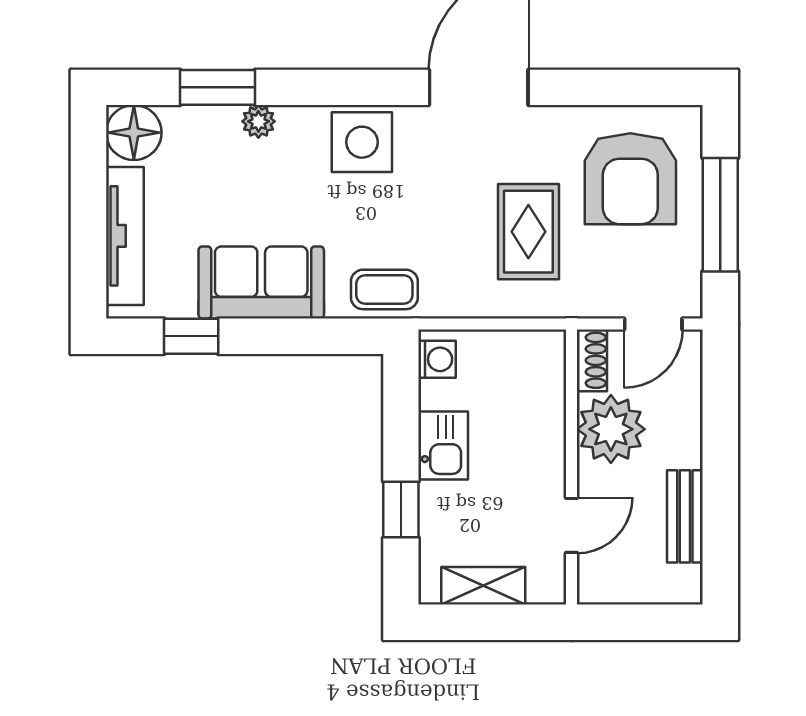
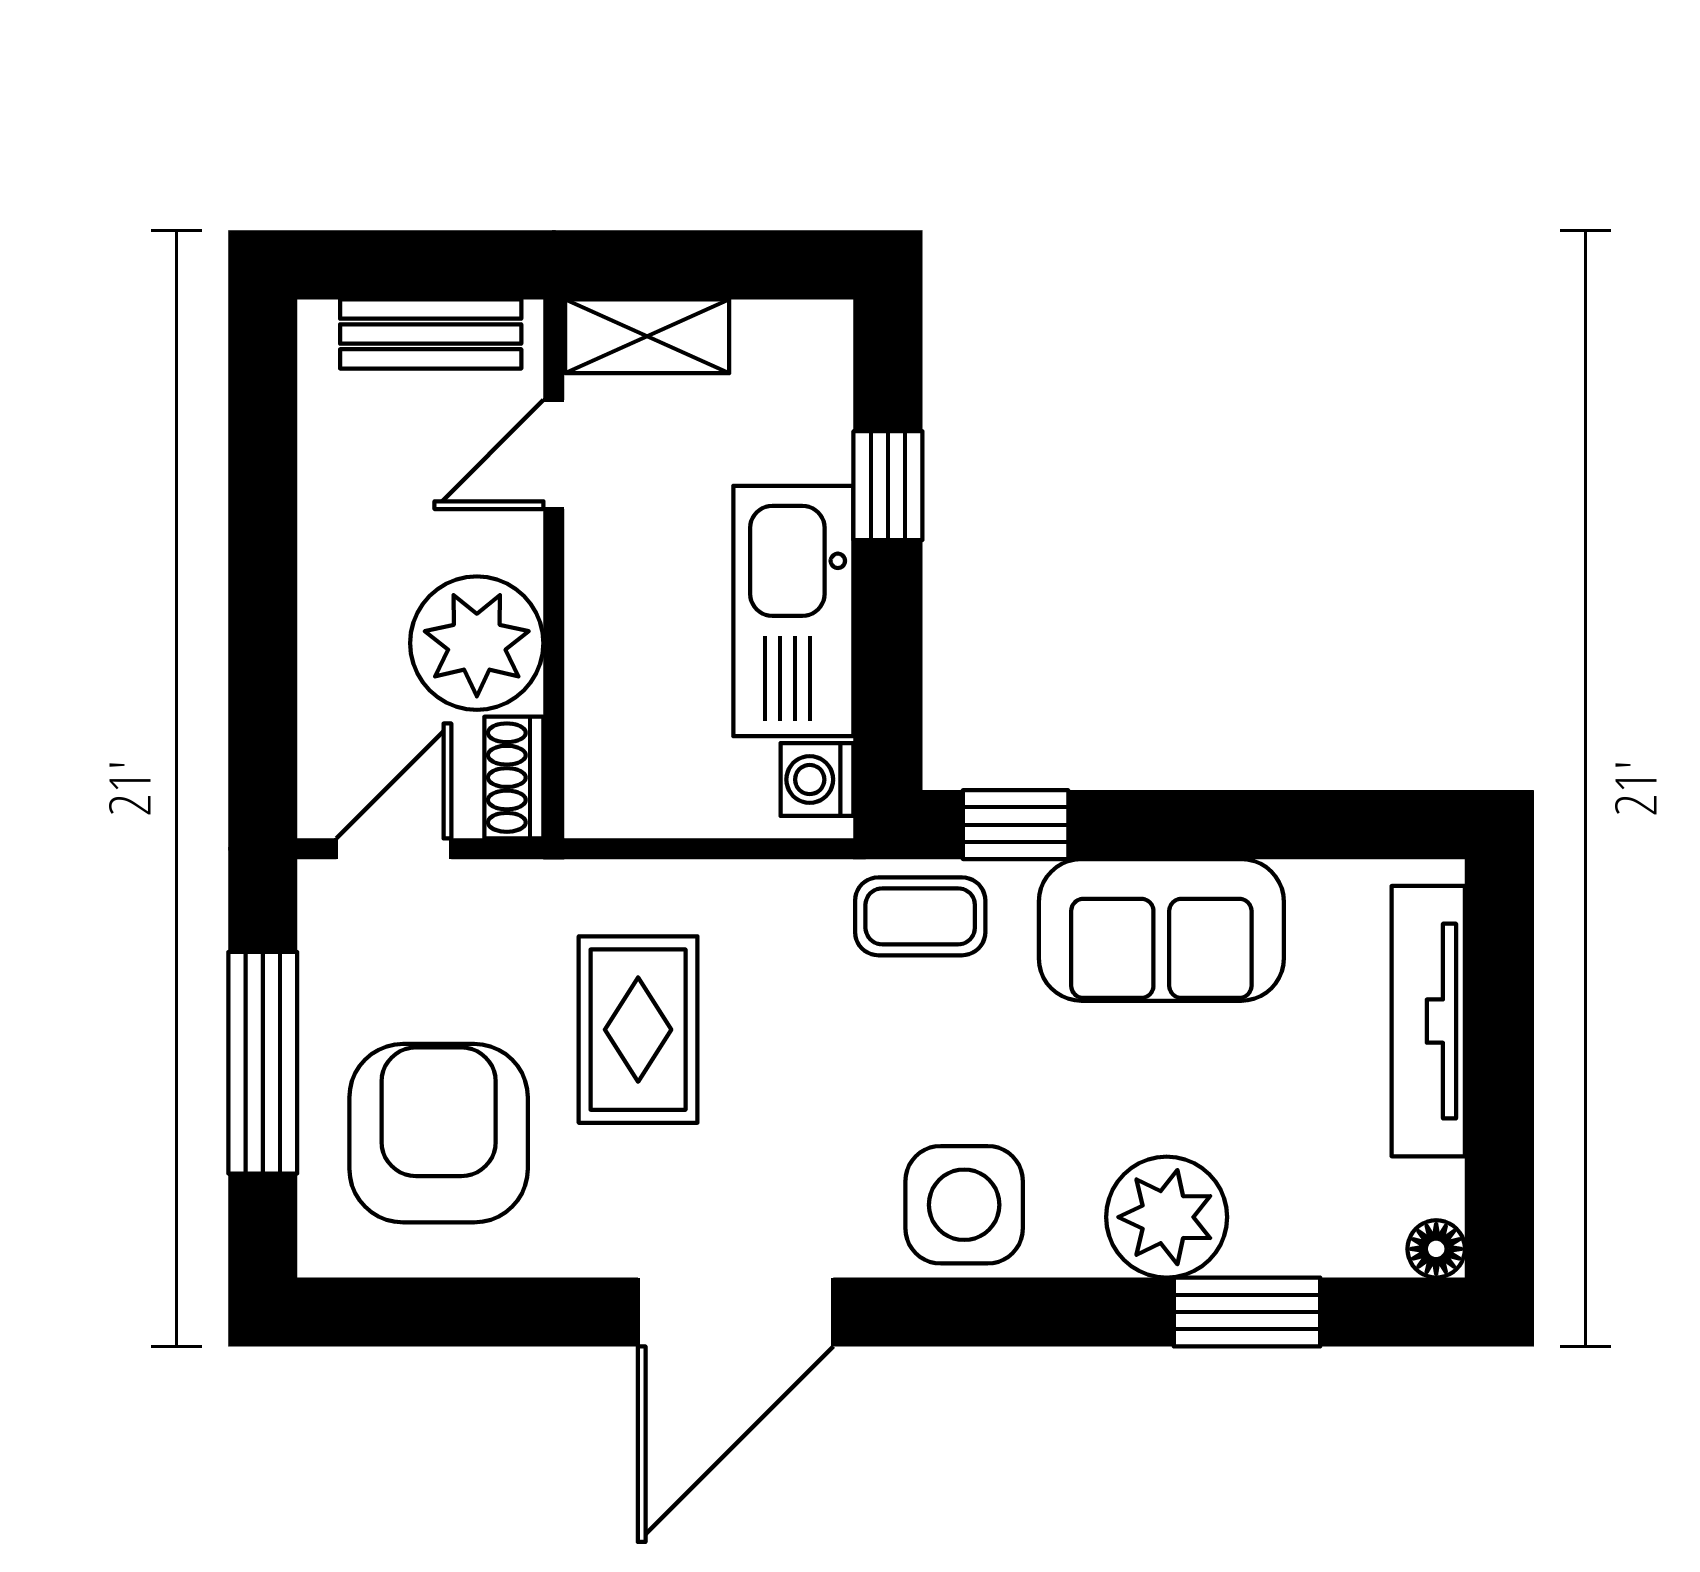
plant: (258, 121) -> (1167, 1217), width x1.88, depth x1.88
floor lamp: (134, 133) -> (1436, 1249), width x0.53, depth x0.53
window: (191, 336) -> (1016, 825), moved
kitchen sink: (443, 445) -> (793, 611), width x1.87, depth x1.24
bench: (685, 516) -> (431, 334), moved, turned 90
shelving: (483, 586) -> (647, 336), moved

